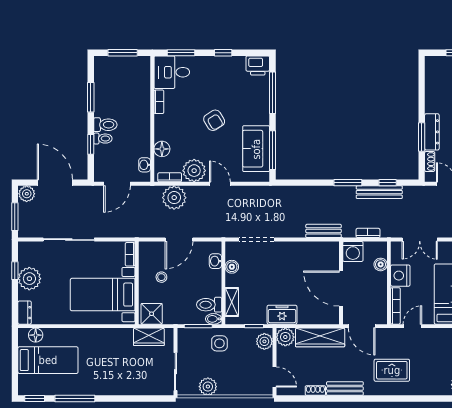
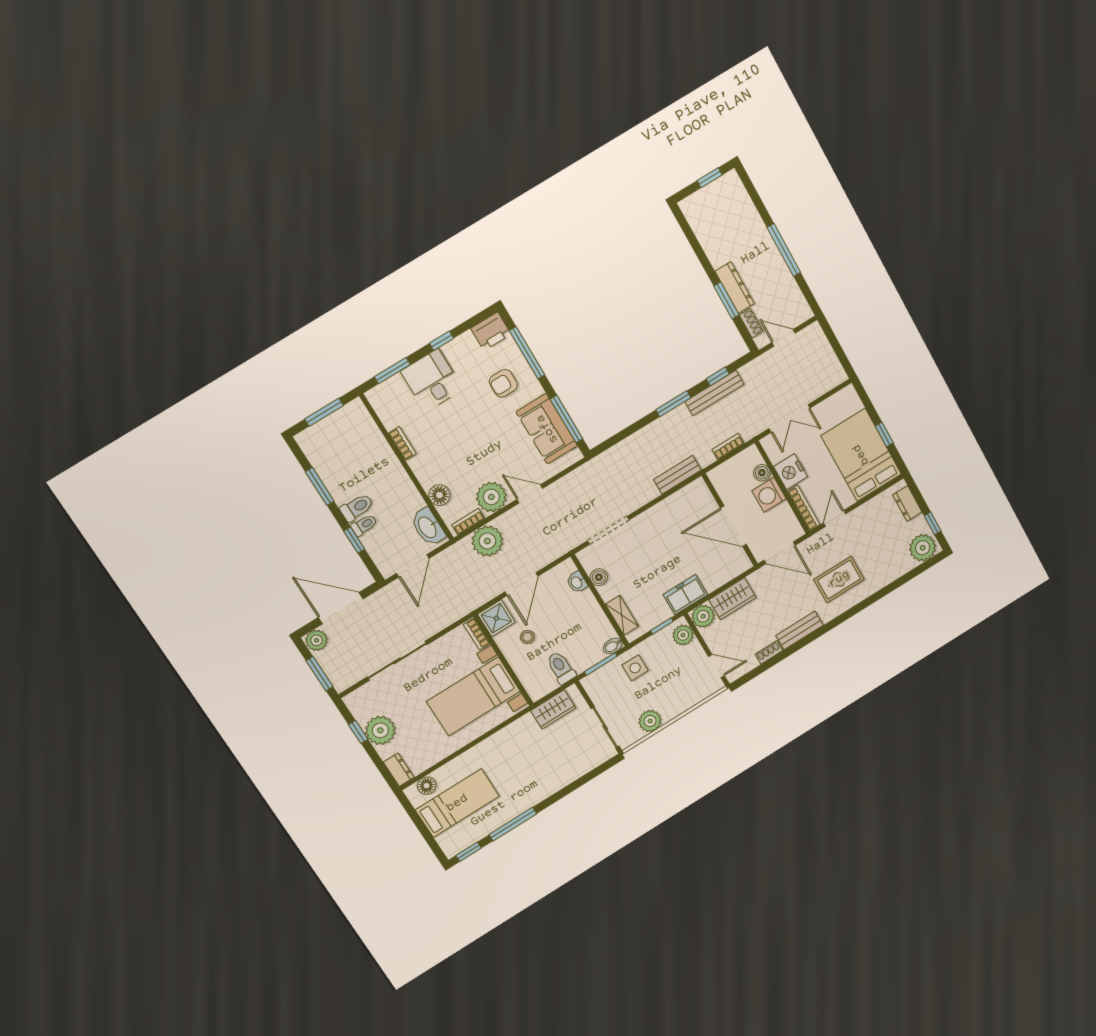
desk: (172, 72) -> (432, 380), moved, turned 90
armchair: (214, 120) -> (503, 383), moved, turned 122
washbasin: (145, 165) -> (428, 527), width x1.91, depth x1.45
washing machine: (353, 251) -> (769, 495), moved, turned 90
toilet: (209, 305) -> (561, 668), moved, turned 90
shower: (152, 314) -> (496, 618), moved
wardrobe: (320, 337) -> (732, 599), width x0.67

